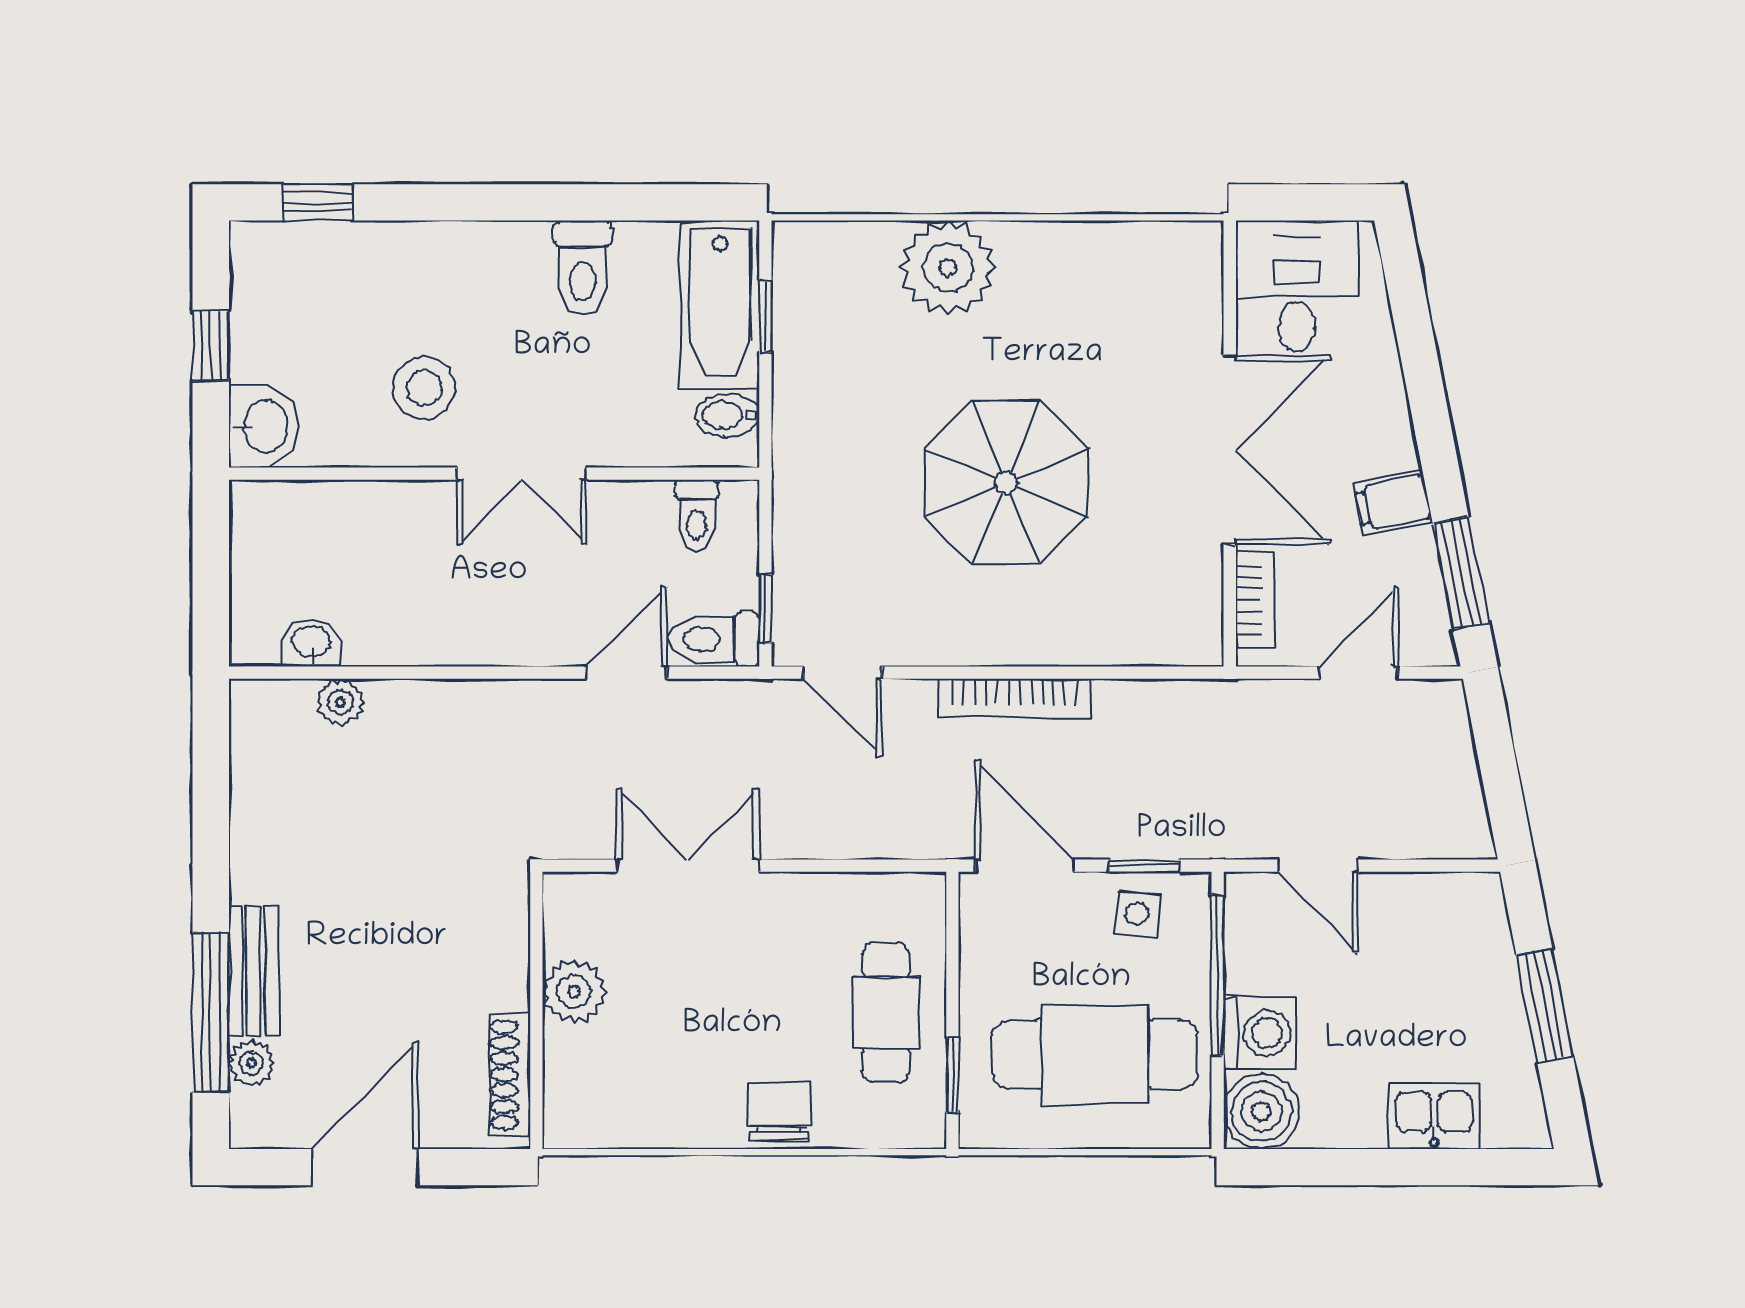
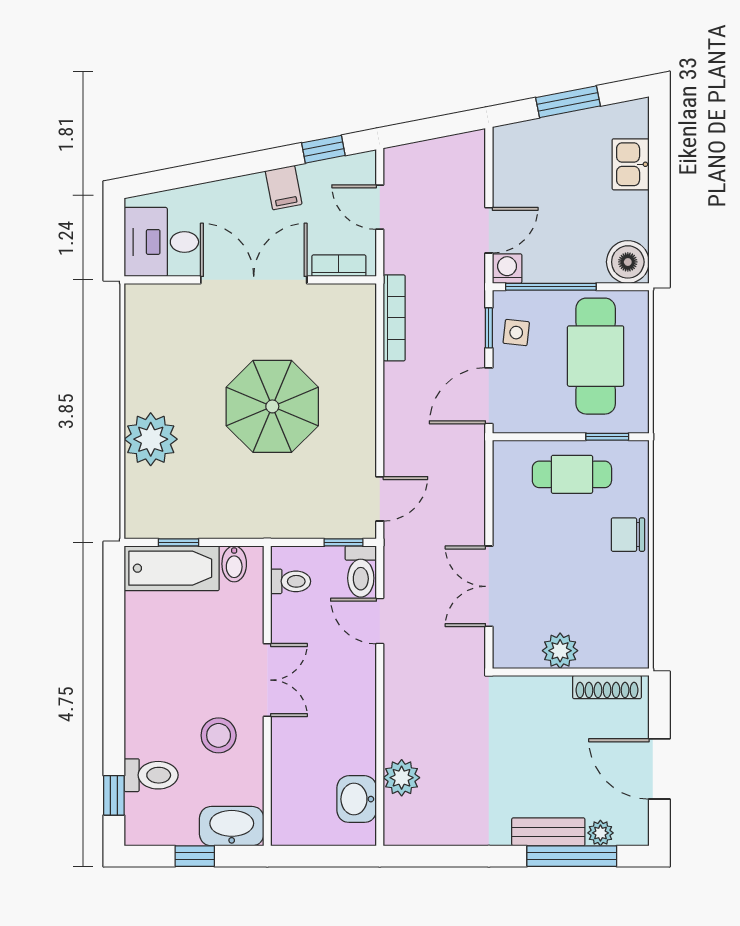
toilet: (583, 268) -> (151, 775), moved
washbasin: (264, 427) -> (232, 826), width x1.38
window: (1461, 573) -> (323, 149), width x0.67
washbasin: (312, 643) -> (357, 799), width x1.38, depth x1.45
bookcase: (1014, 698) -> (394, 318), moved
plant: (340, 702) -> (402, 778), width x1.38, depth x1.38
washing machine: (1260, 1033) -> (507, 269), moved, width x0.73, depth x0.73

